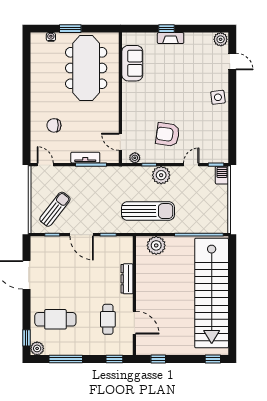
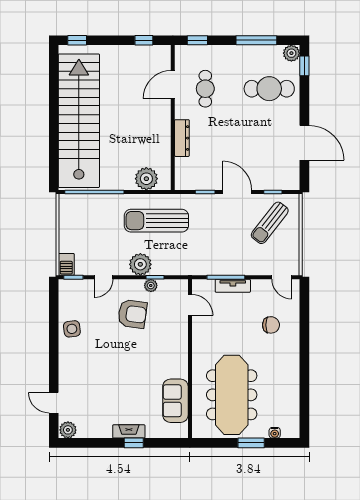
side table: (218, 97) -> (72, 329), moved
plant: (135, 158) -> (151, 286), moved
door: (134, 323) -> (173, 85), hinge flipped

